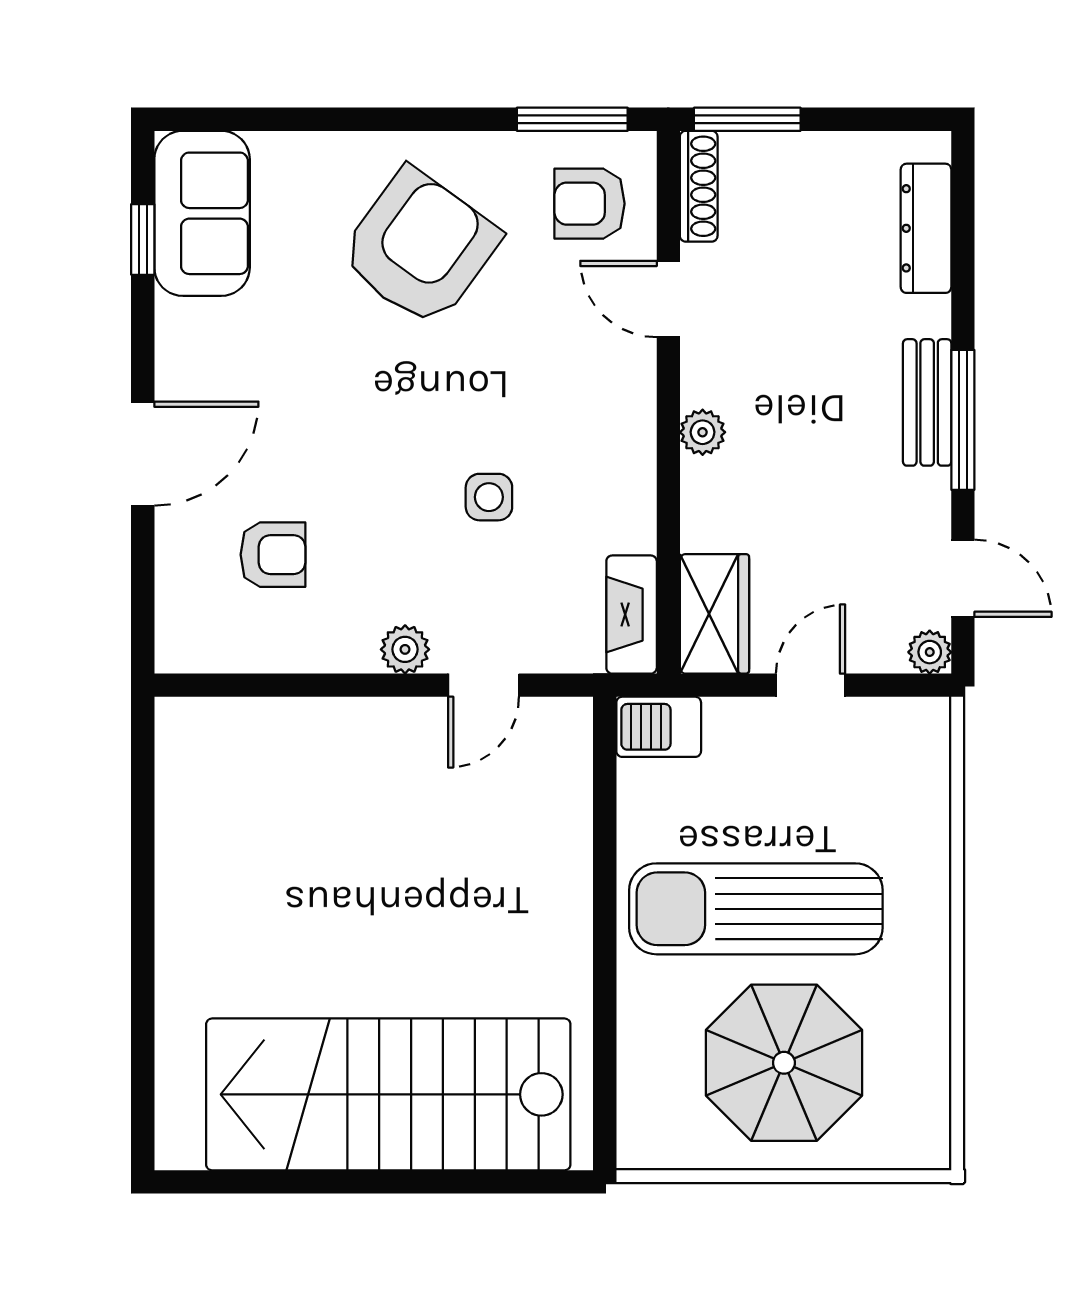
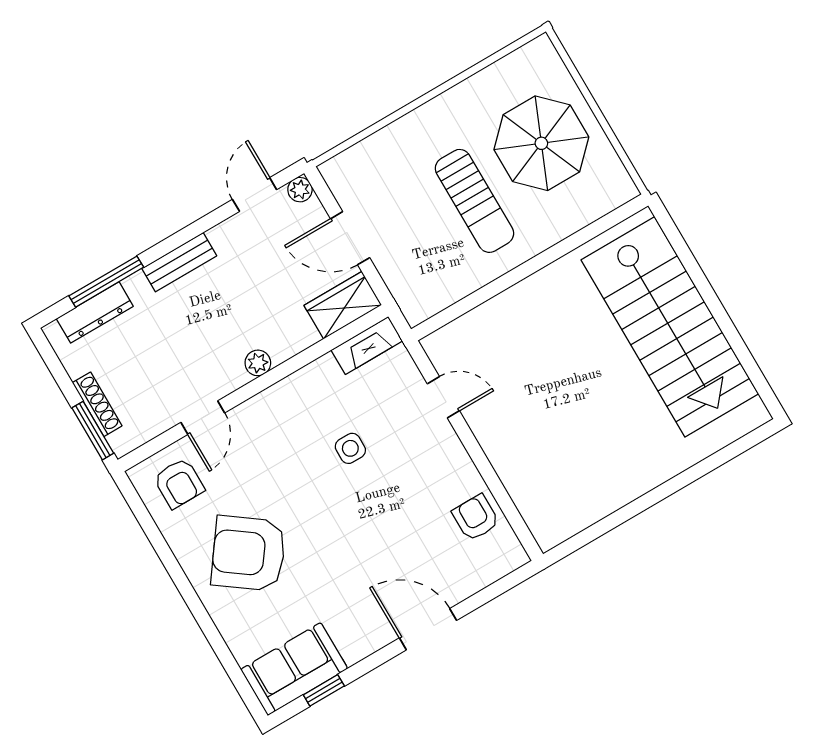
window: (572, 119) -> (143, 516), removed
shoe rack: (699, 186) -> (97, 404), moved, turned 90
window: (963, 420) -> (106, 282), moved
armchair: (273, 555) -> (476, 518), moved
plant: (405, 649) -> (448, 446), removed
door: (811, 685) -> (350, 238), width x1.38
barbecue: (659, 727) -> (414, 300), removed
sun lounger: (756, 909) -> (474, 201), width x0.73, depth x0.75

